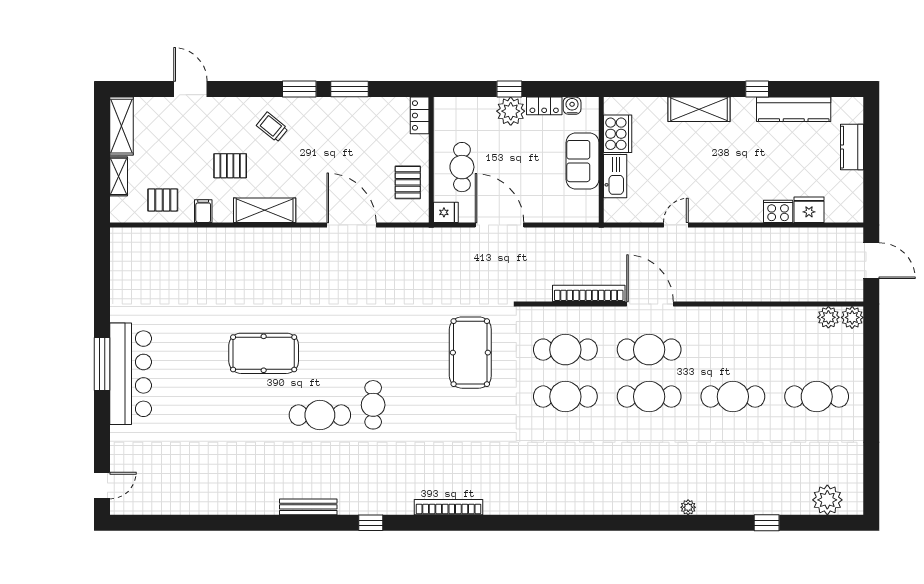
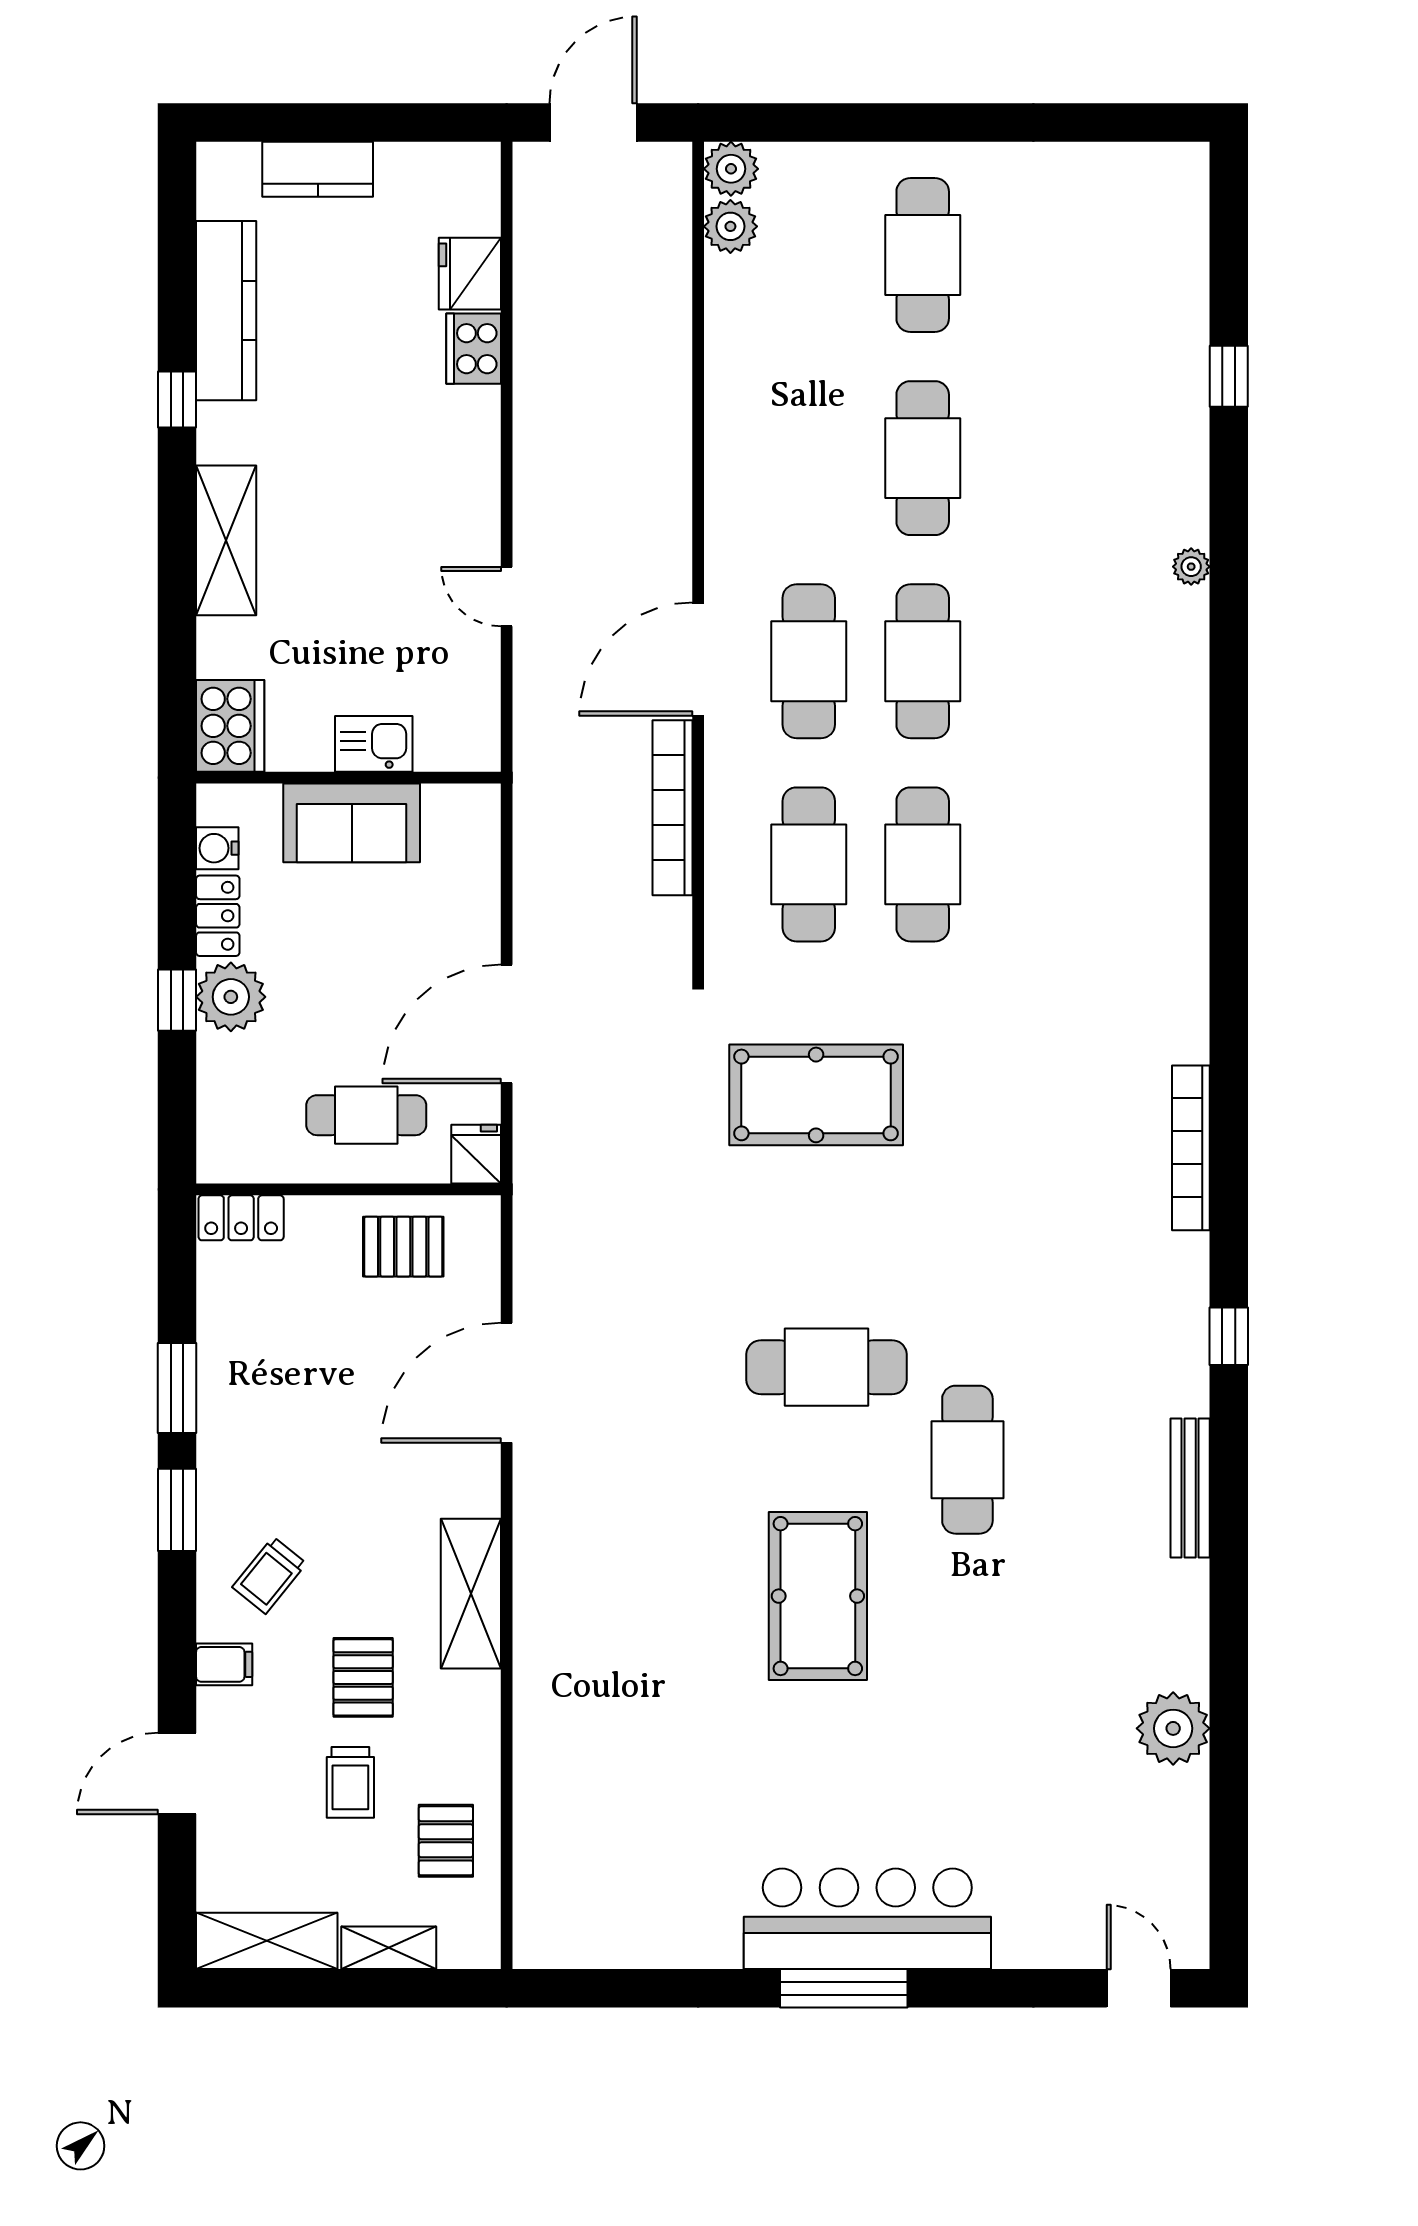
cooker: (618, 134) -> (230, 726), moved, turned 90
trolley: (187, 161) -> (350, 1782), added
kitchen sink: (615, 176) -> (374, 744), width x0.73
filing cabinet: (203, 211) -> (224, 1664), moved, turned 180
cafe table: (373, 405) -> (827, 1367), moved, width x1.37, depth x1.35
plant: (827, 500) -> (1173, 1728), moved

